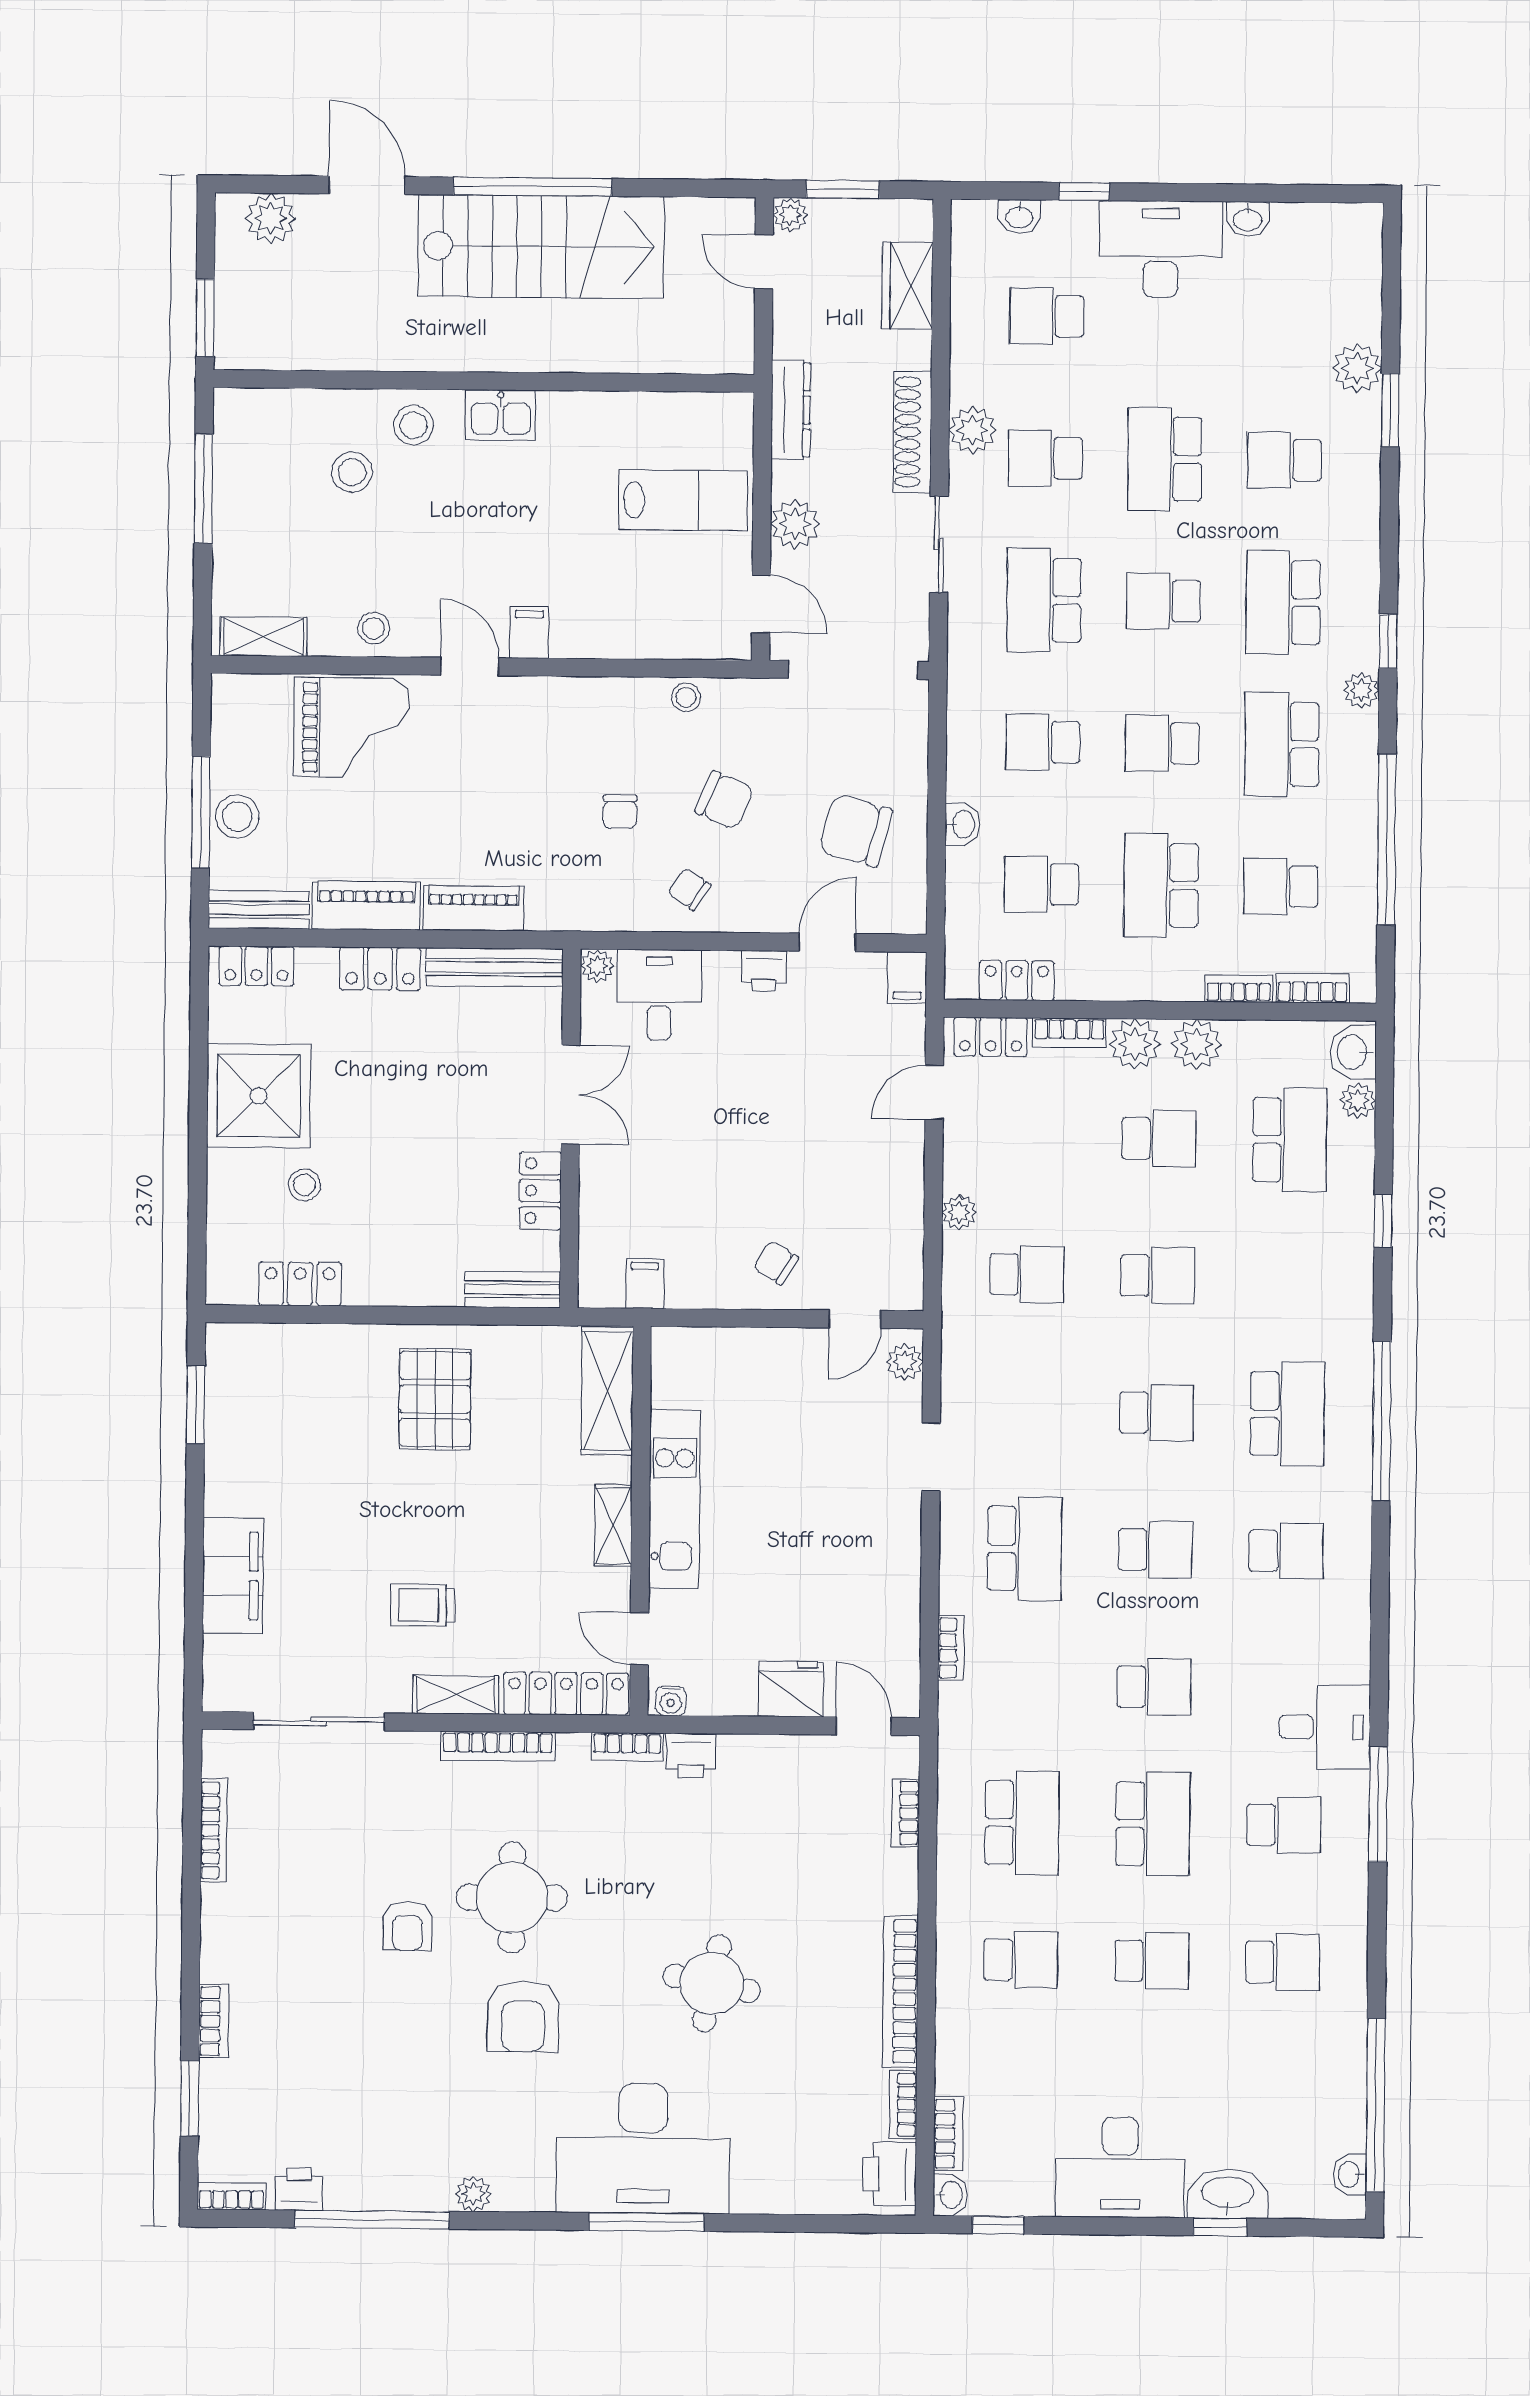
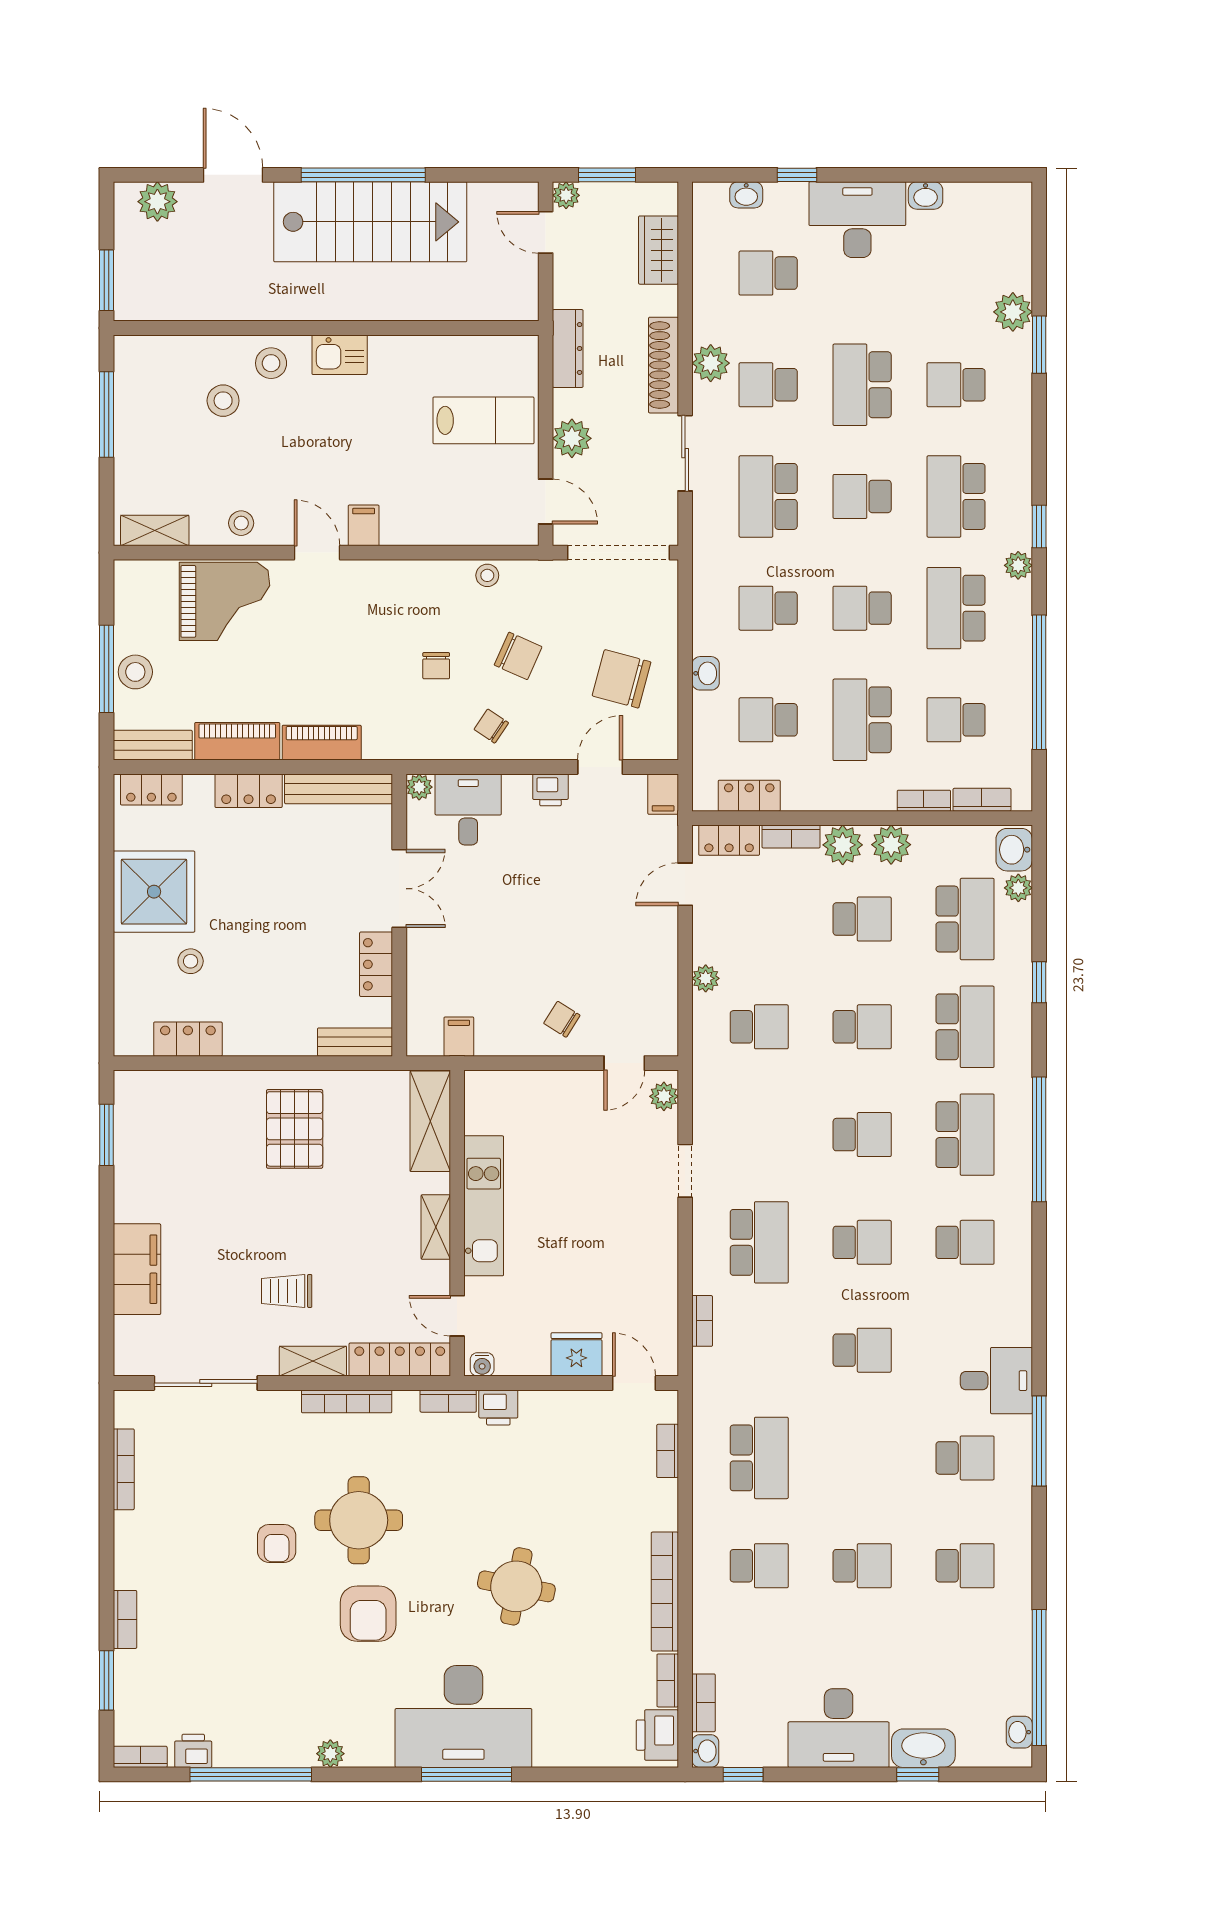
school desk: (1153, 1824) -> (965, 1027), moved

